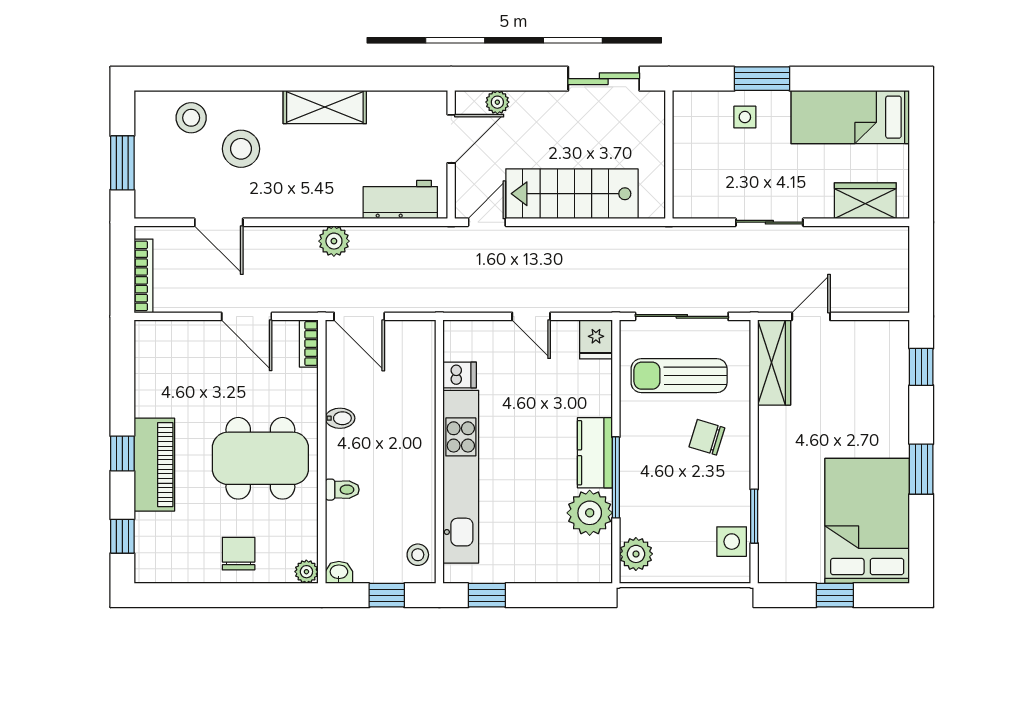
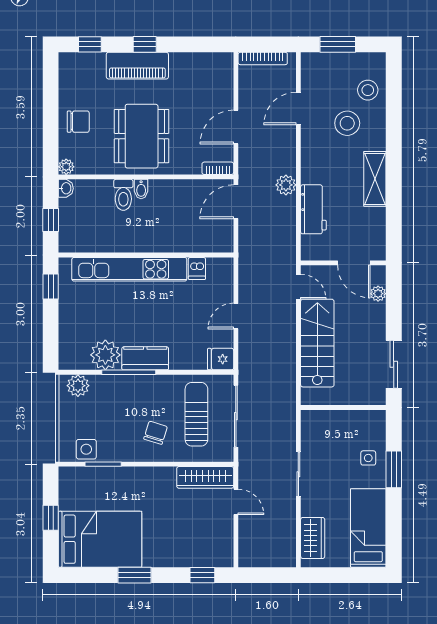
workbench: (400, 200) -> (313, 209), moved
bidet: (340, 418) -> (141, 189), moved
toilet: (342, 490) -> (123, 195), width x1.37, depth x1.39
stool: (418, 555) -> (77, 241), removed

